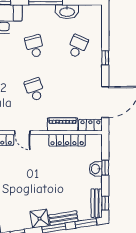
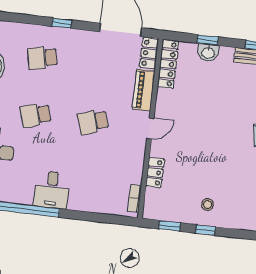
school desk: (78, 46) -> (42, 58), turned -36
door: (22, 133) -> (150, 128), moved
locker: (67, 140) -> (168, 64), moved

